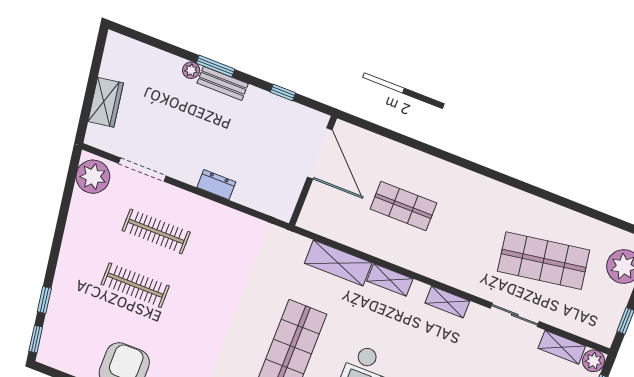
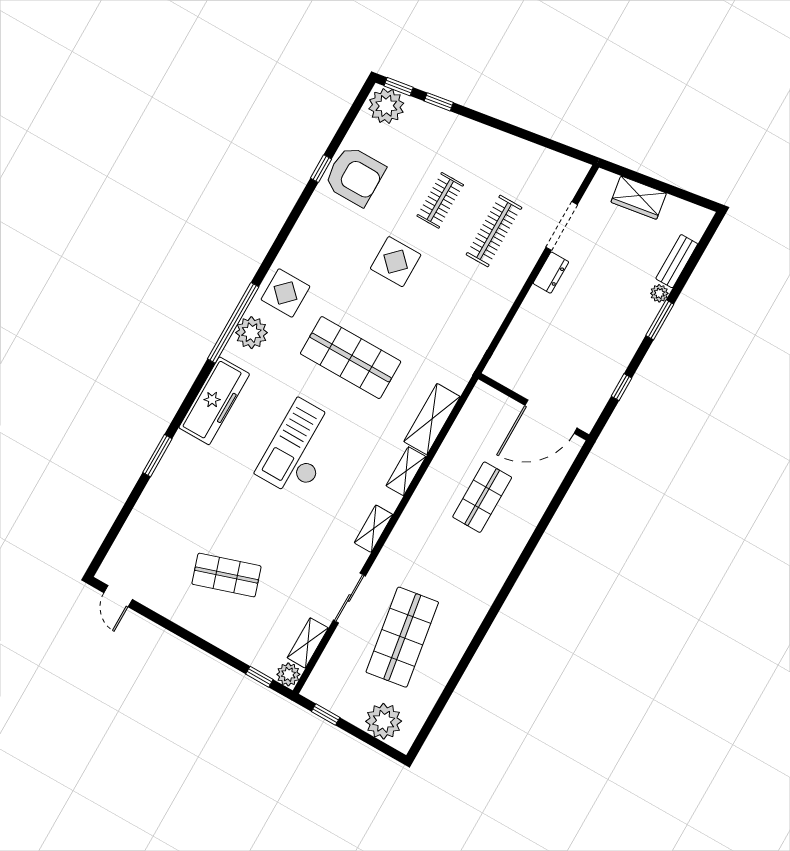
bench: (223, 83) -> (677, 261), moved
plant: (93, 177) -> (386, 106), moved
dresser: (216, 185) -> (551, 273), moved
clothes rail: (135, 285) -> (440, 200), width x0.73
display table: (198, 318) -> (396, 262), added

